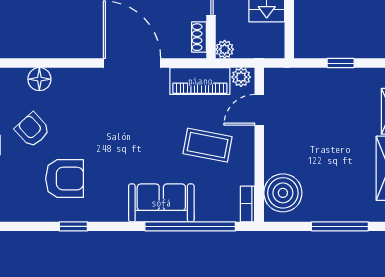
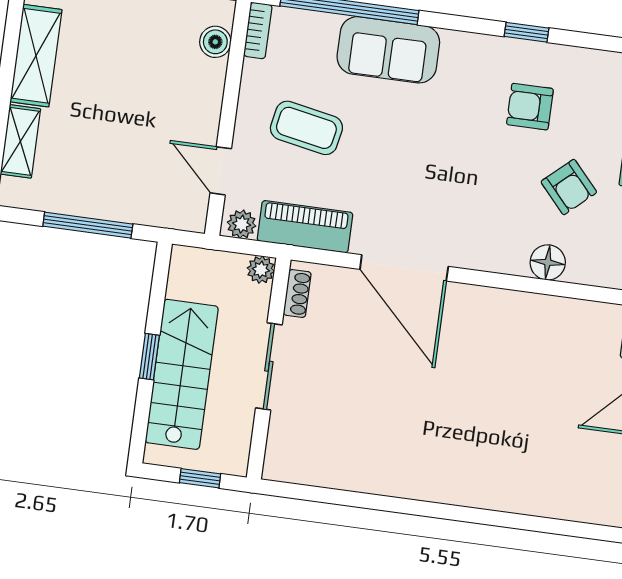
window: (341, 63) -> (88, 225), width x2.17
door: (259, 110) -> (221, 171), swing flipped
armchair: (65, 179) -> (530, 107), width x0.72, depth x0.72
boiler: (283, 193) -> (215, 42), width x0.54, depth x0.54

